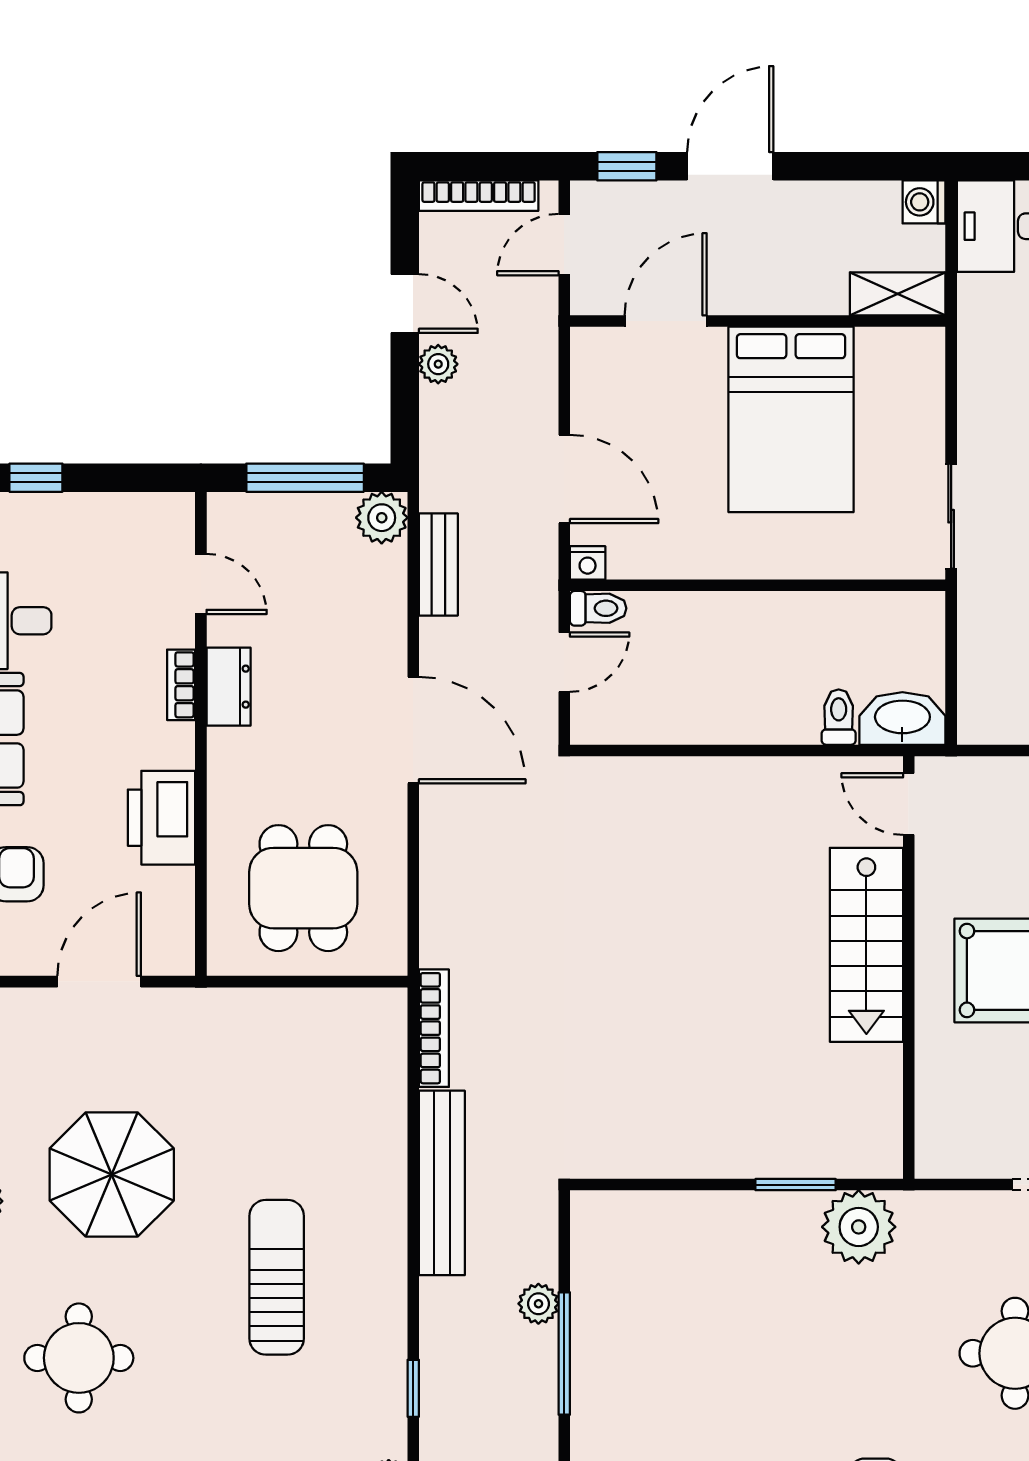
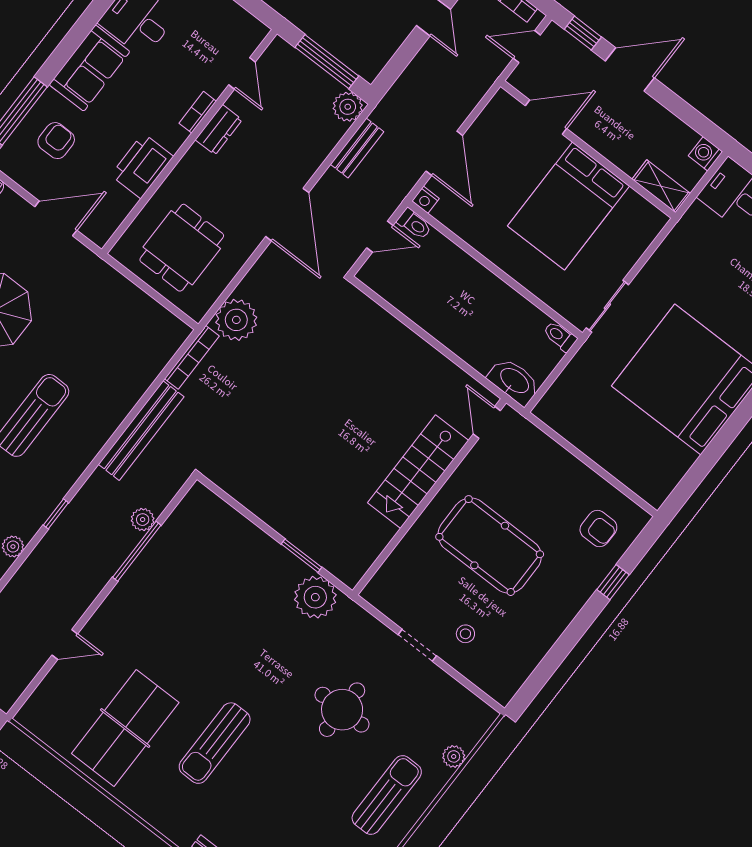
plant: (438, 364) -> (236, 320), moved, width x1.88, depth x1.88
toilet: (839, 717) -> (560, 336), moved, turned -90

